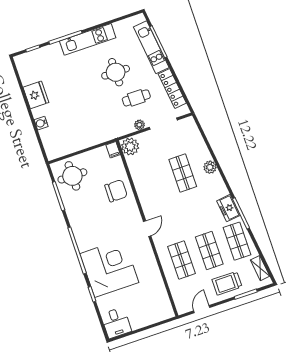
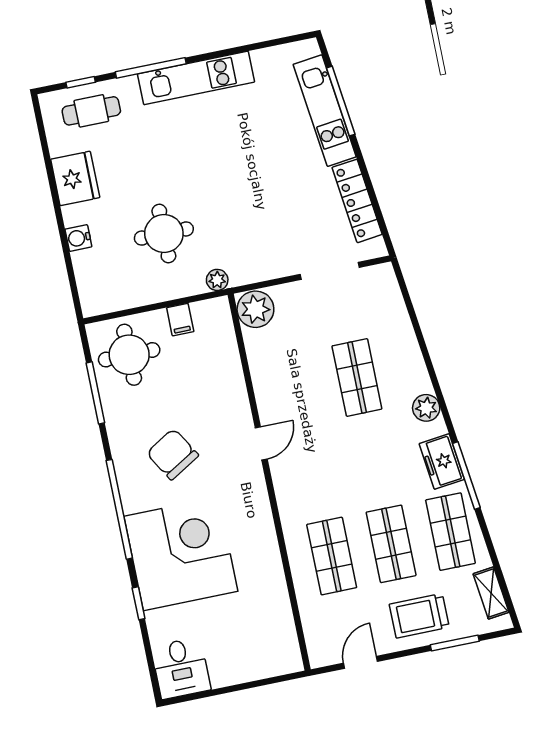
round table: (116, 72) -> (164, 234), moved
cafe table: (136, 98) -> (91, 111), moved
plant: (139, 125) -> (217, 280), moved
filing cabinet: (113, 150) -> (180, 320), moved
plant: (210, 167) -> (426, 408), moved
chair: (116, 191) -> (173, 454), moved, turned -121
door: (147, 229) -> (261, 443), moved

